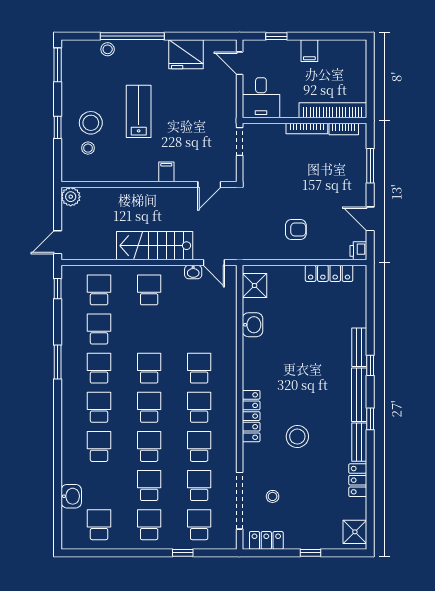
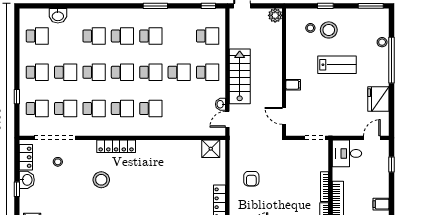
filing cabinet: (309, 51) -> (381, 204), moved
washbasin: (252, 325) -> (27, 180), moved, turned -90
school desk: (99, 329) -> (179, 72), moved

